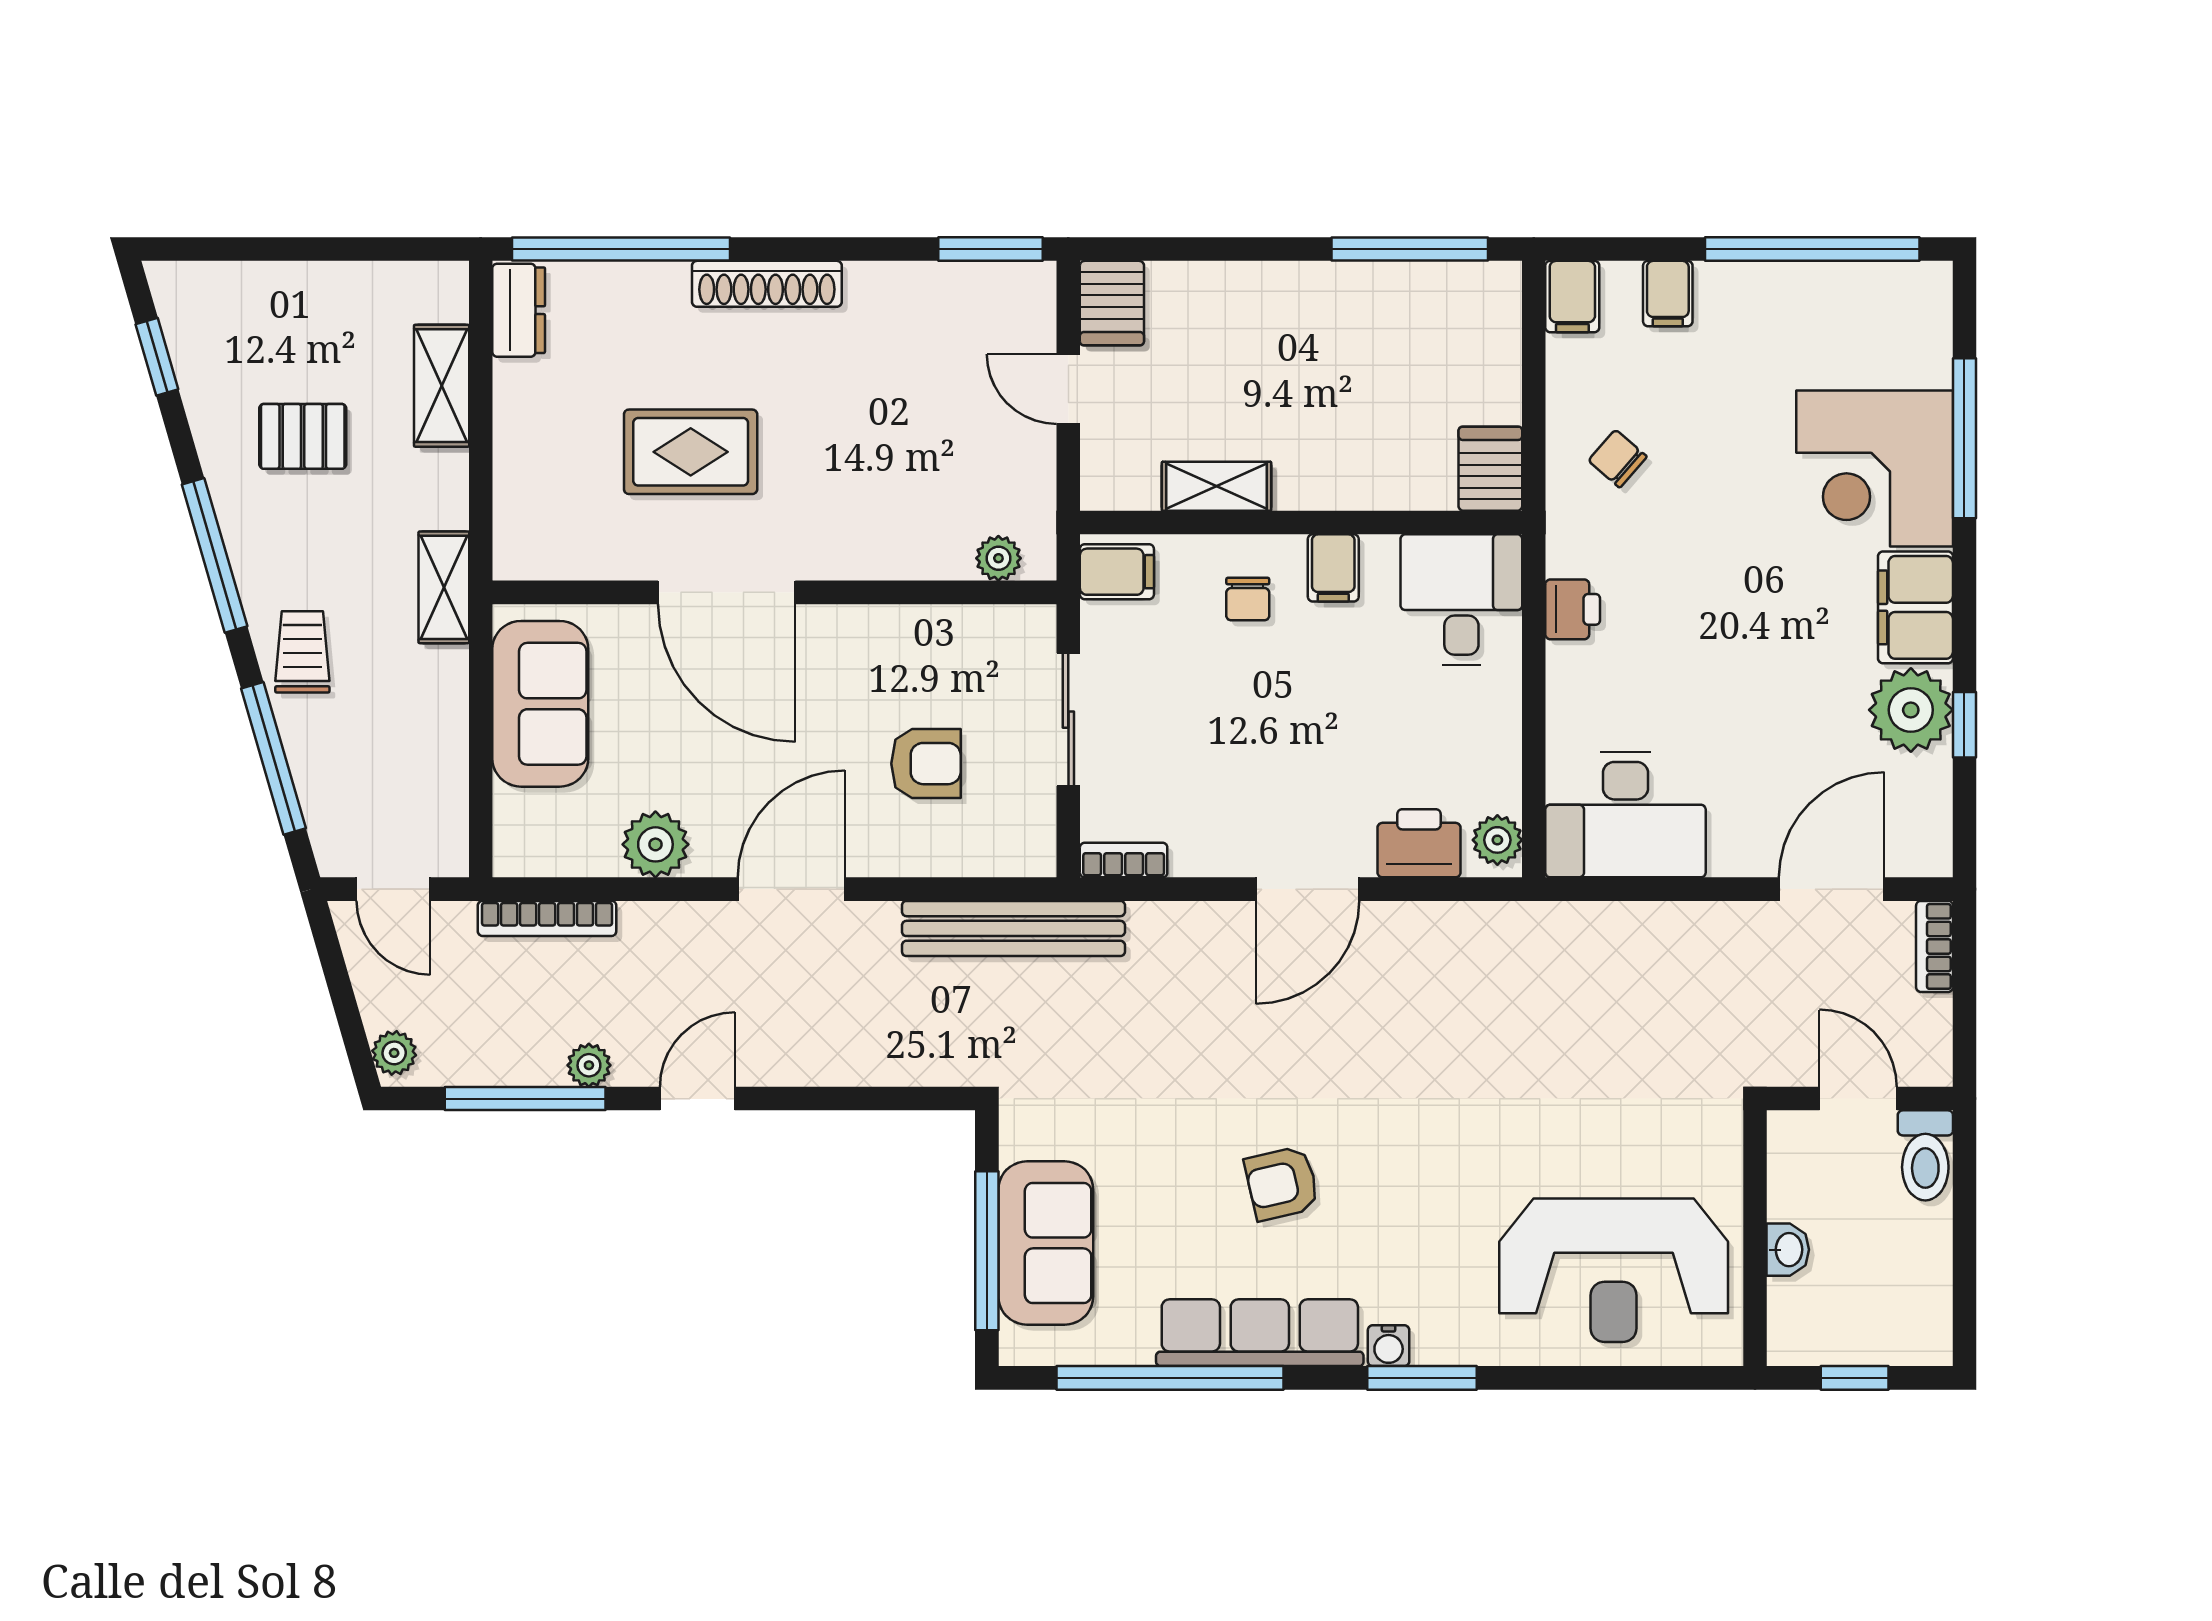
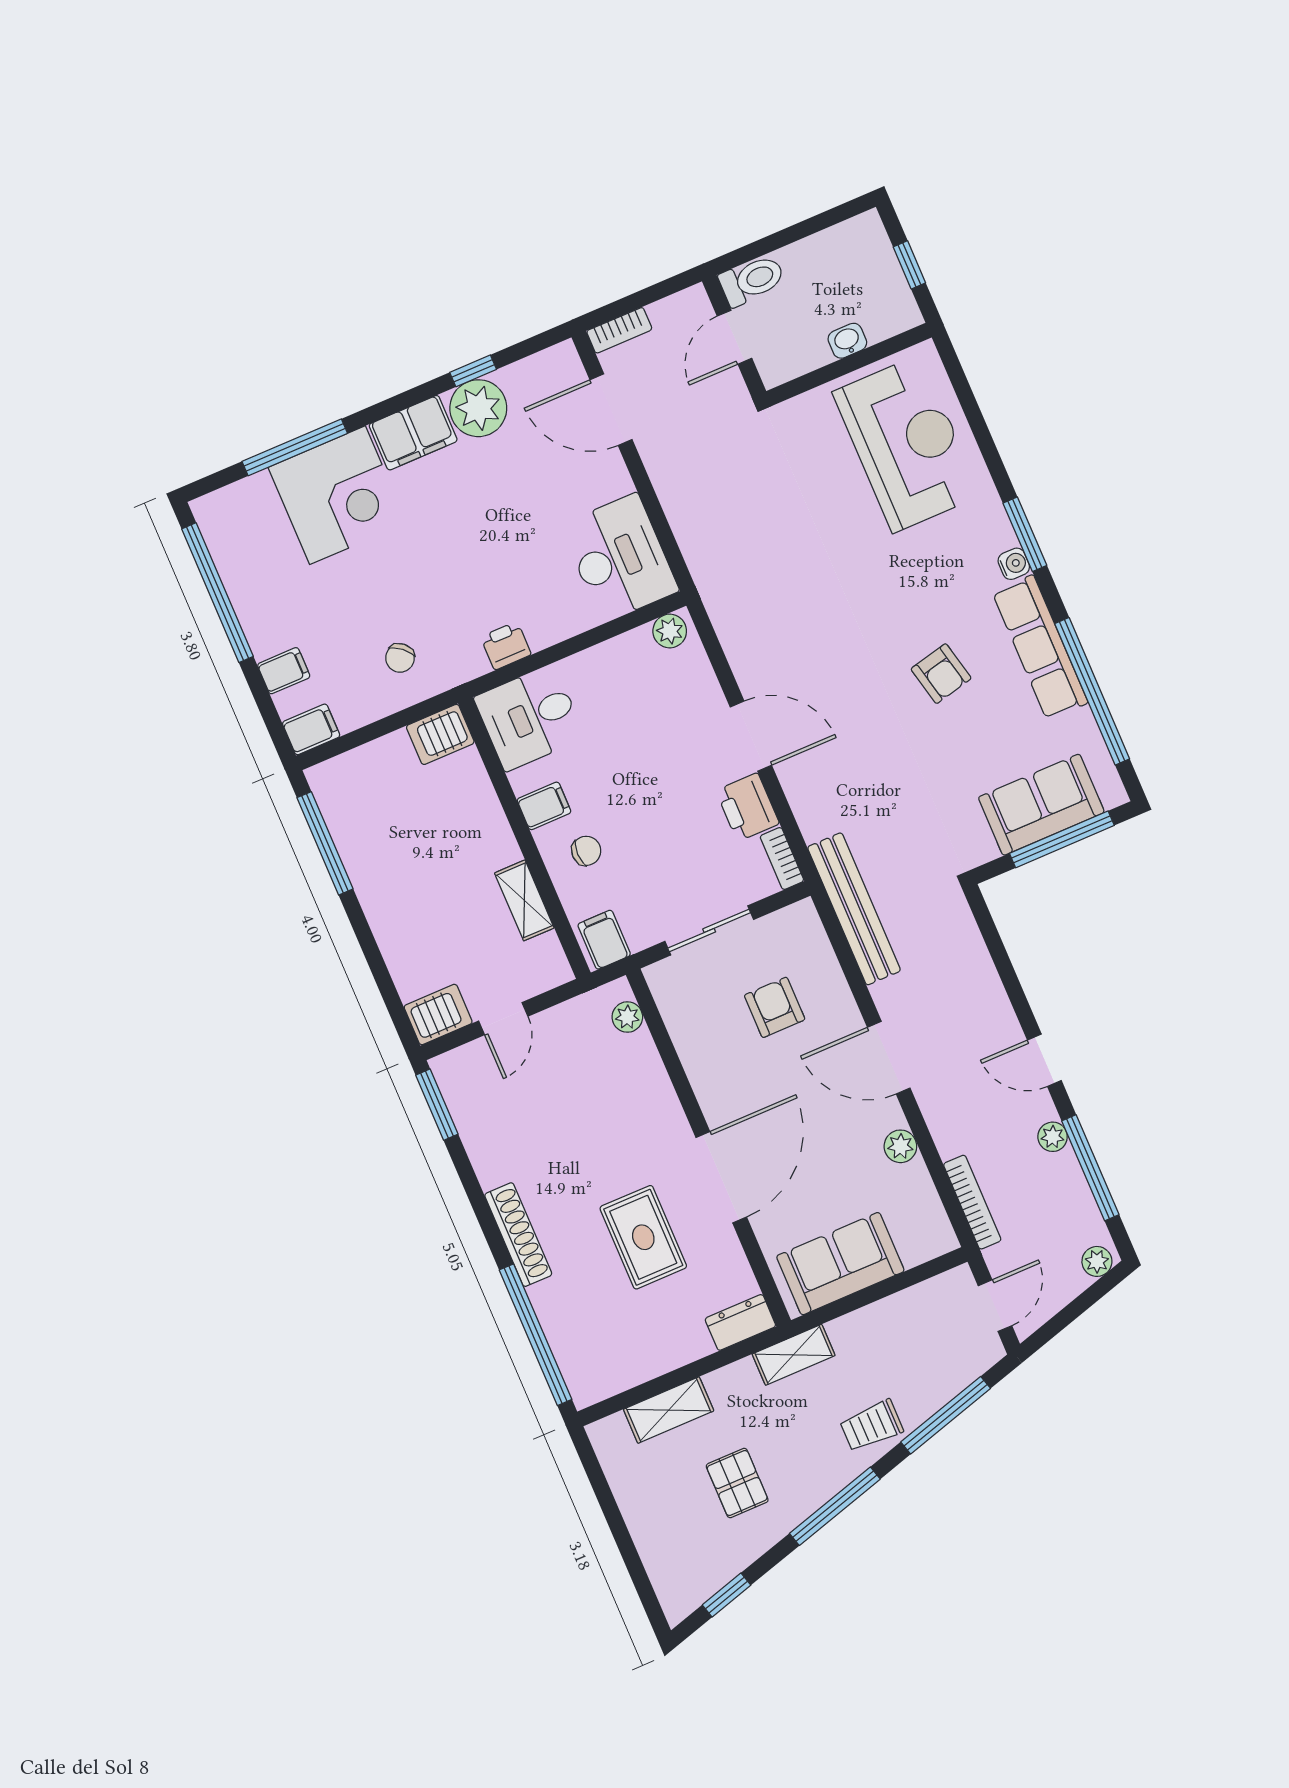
dresser: (519, 310) -> (740, 1322), moved
printer: (1419, 843) -> (748, 807), moved
plant: (655, 844) -> (900, 1146), width x0.73, depth x0.73

